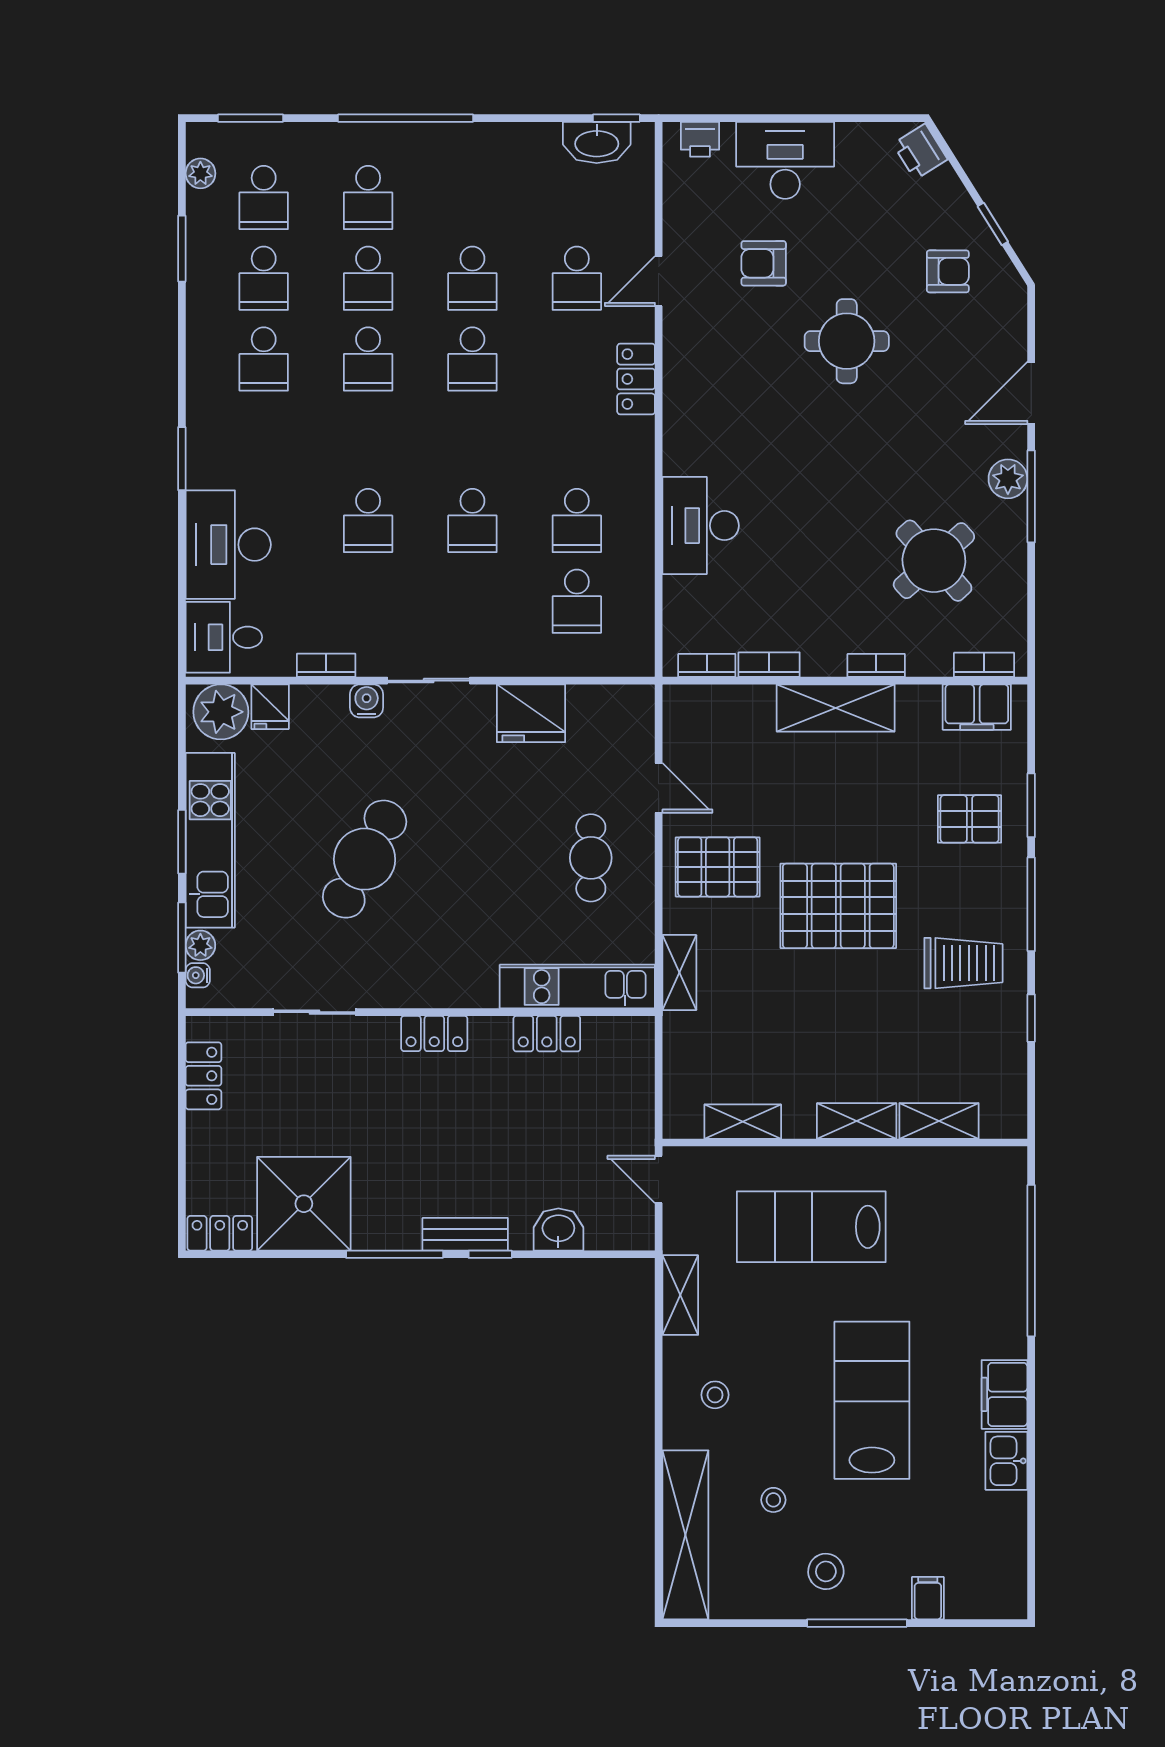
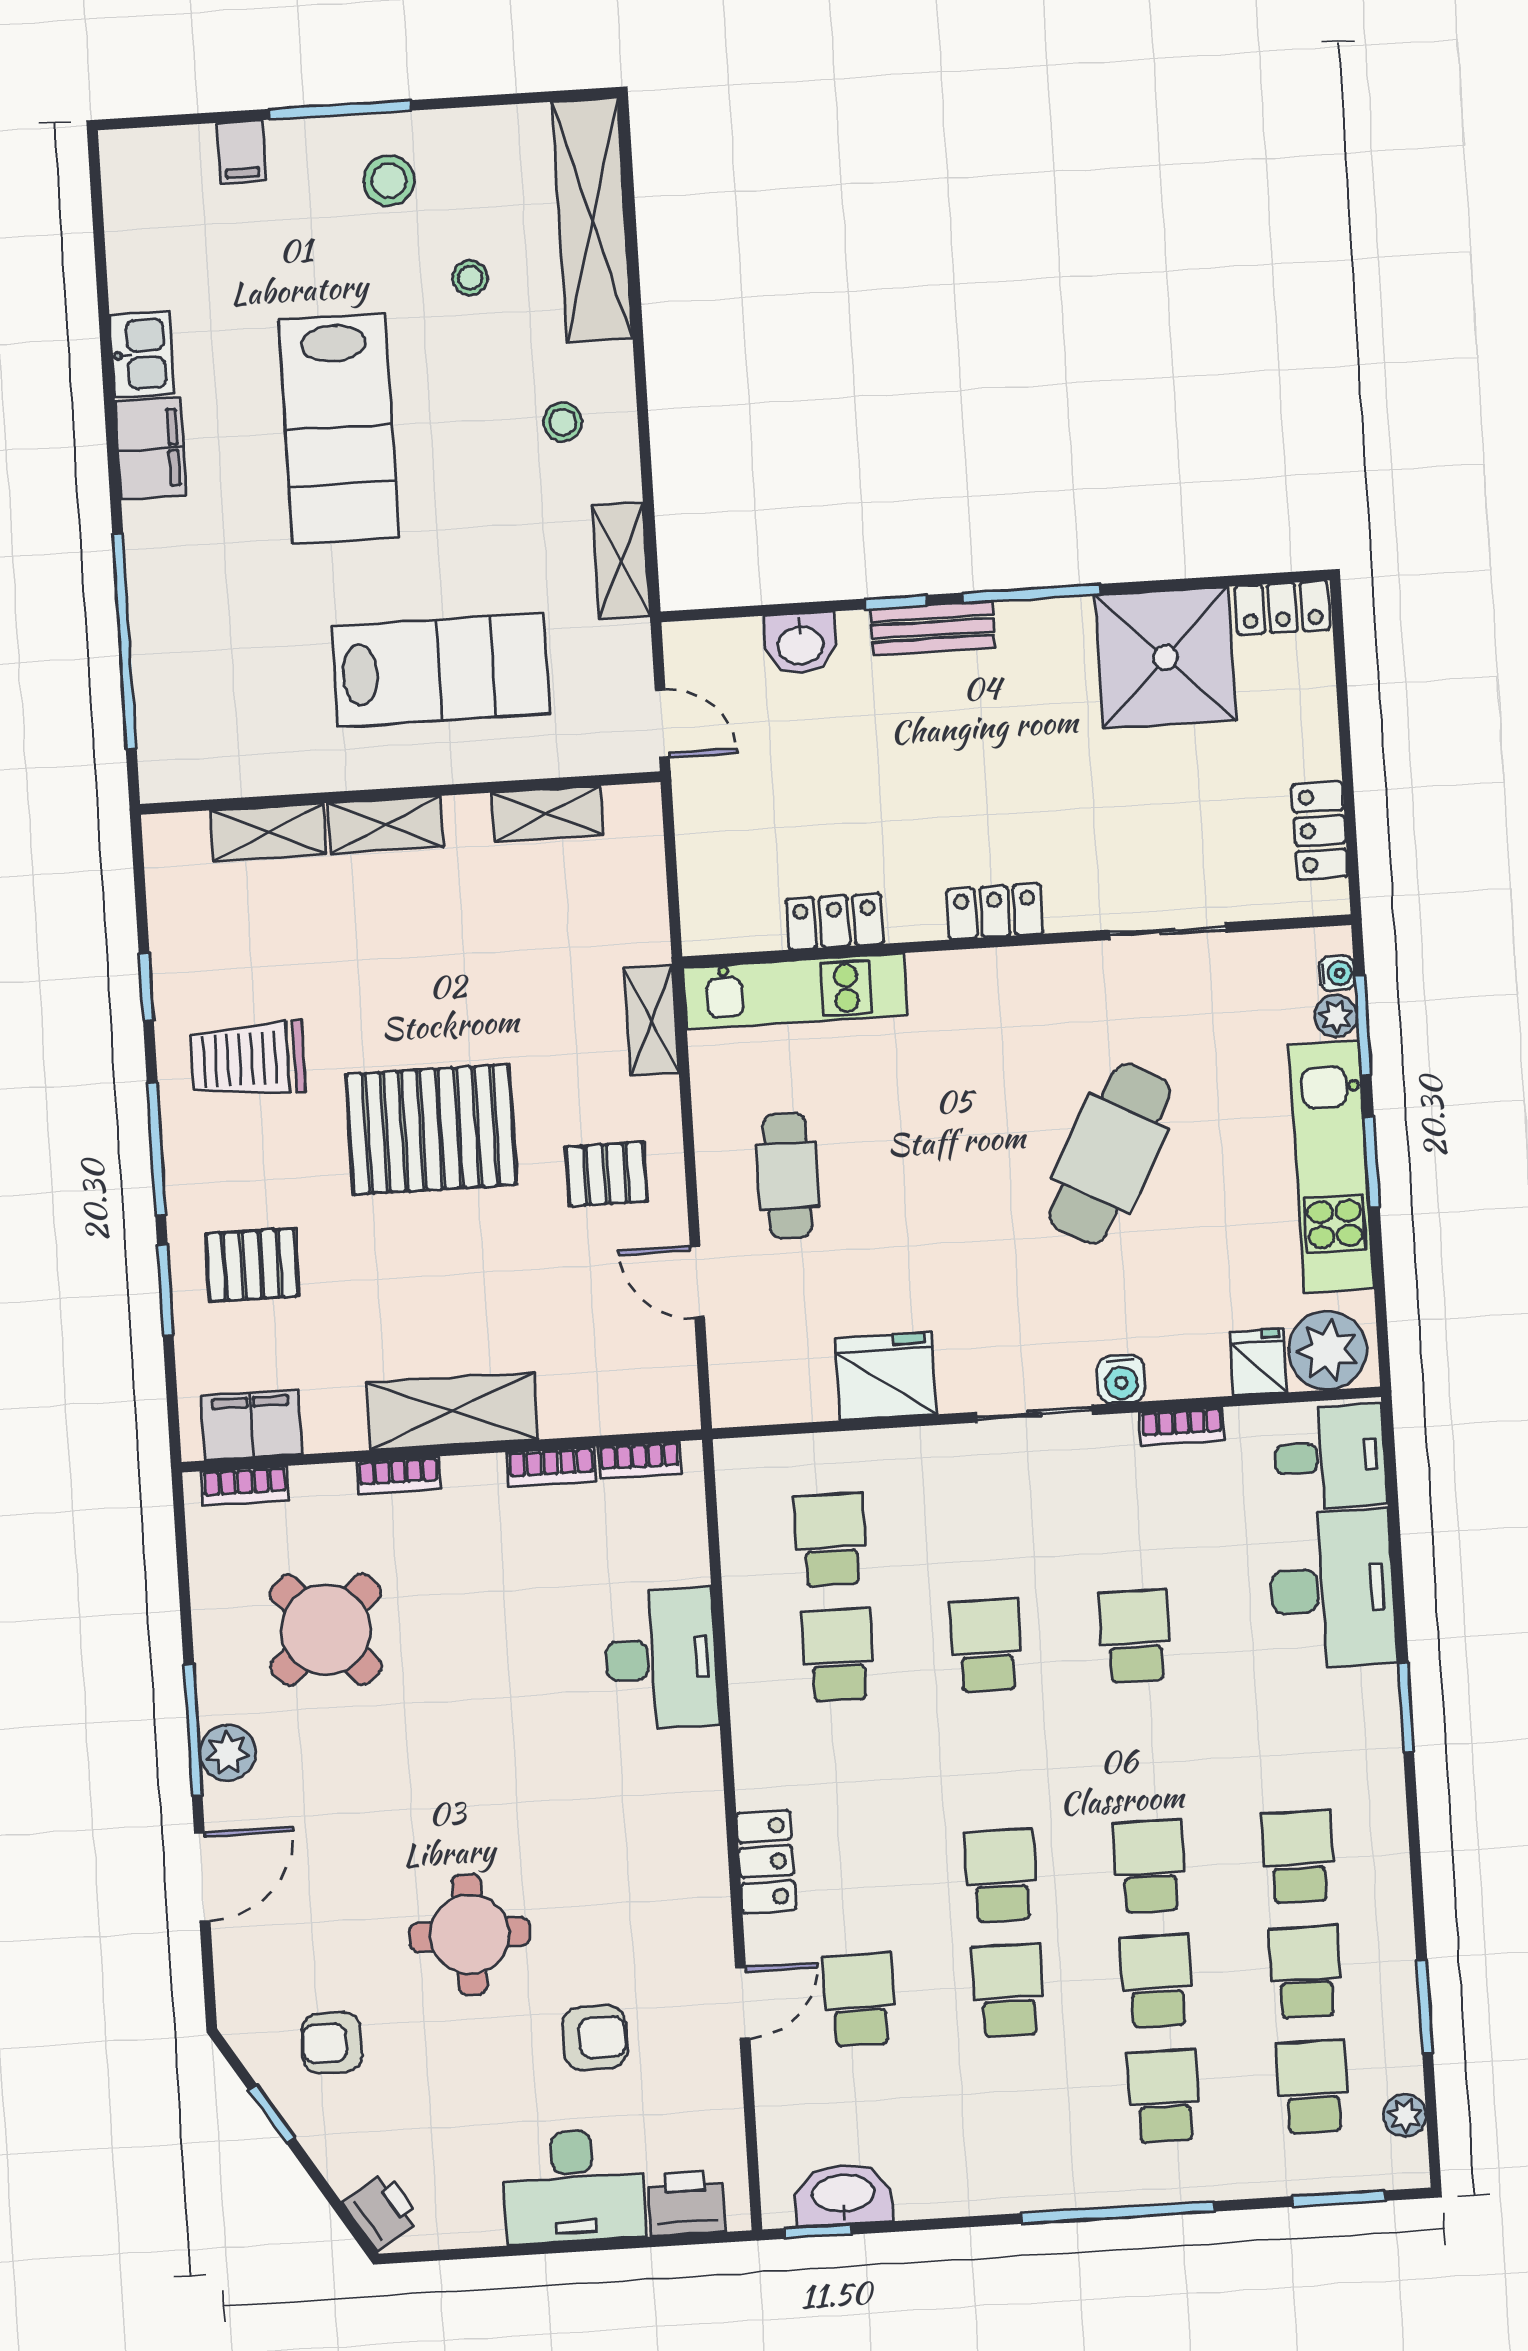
printer: (700, 139) -> (686, 2203), width x1.36, depth x1.24
pallet: (718, 867) -> (606, 1174), width x0.67, depth x0.71

